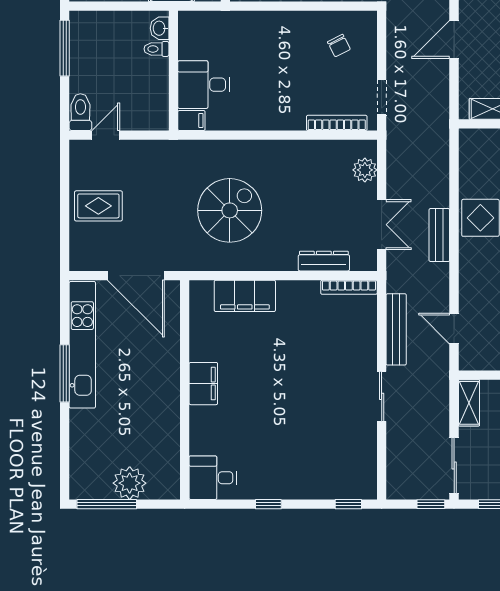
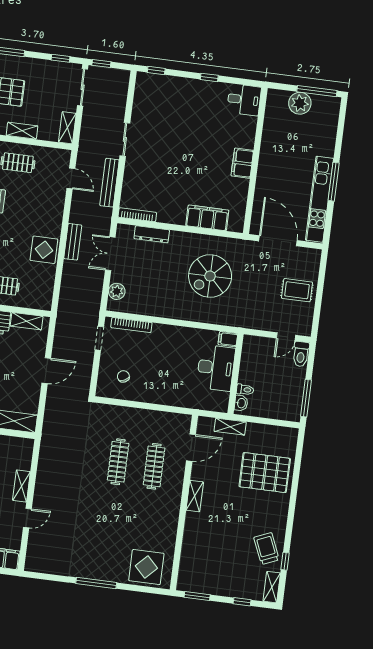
desk: (204, 85) -> (216, 368), width x1.37

